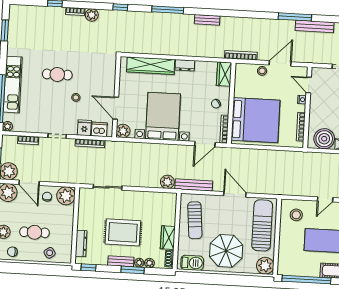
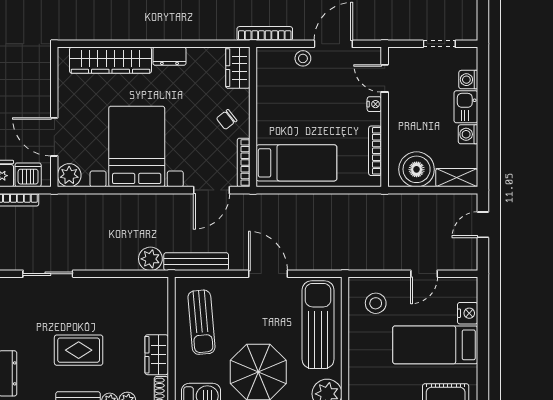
bed: (255, 120) -> (296, 163), width x0.49
rug: (123, 232) -> (79, 350), width x0.73, depth x0.70

